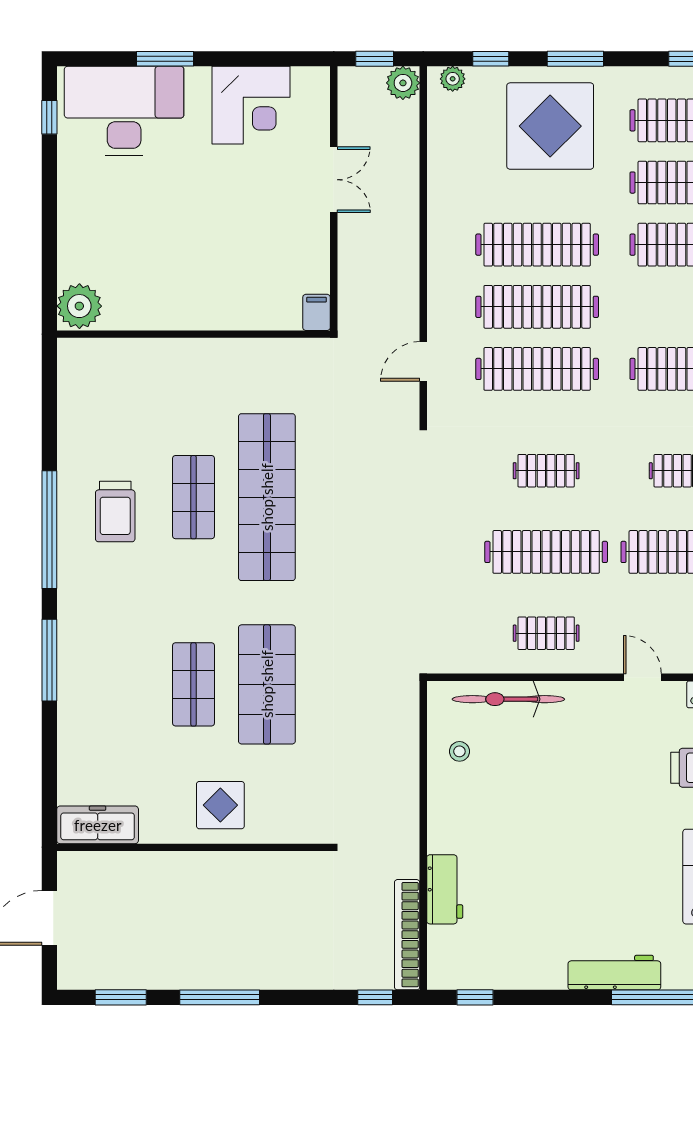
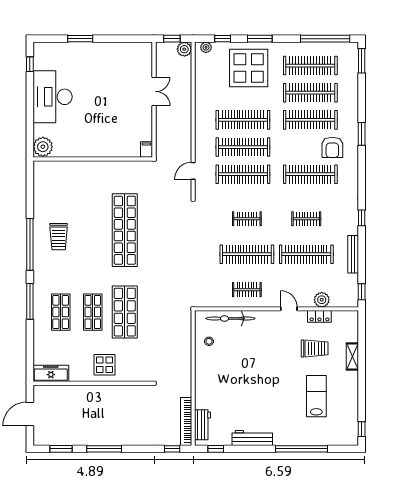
corner desk: (251, 105) -> (118, 59), removed
desk: (124, 111) -> (53, 97), moved, turned -90
shop shelf: (193, 497) -> (61, 312), moved
workbench: (445, 889) -> (203, 425), moved
workbench: (614, 973) -> (252, 438), moved

